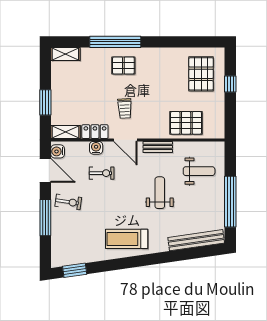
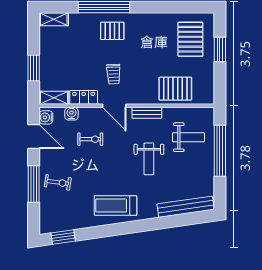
window: (230, 84) -> (220, 49), width x1.50
water cooler: (96, 148) -> (71, 114), moved
weight bench: (160, 193) -> (149, 159), turned 180
exercise bike: (68, 202) -> (58, 182), moved
window: (230, 202) -> (220, 151), moved

